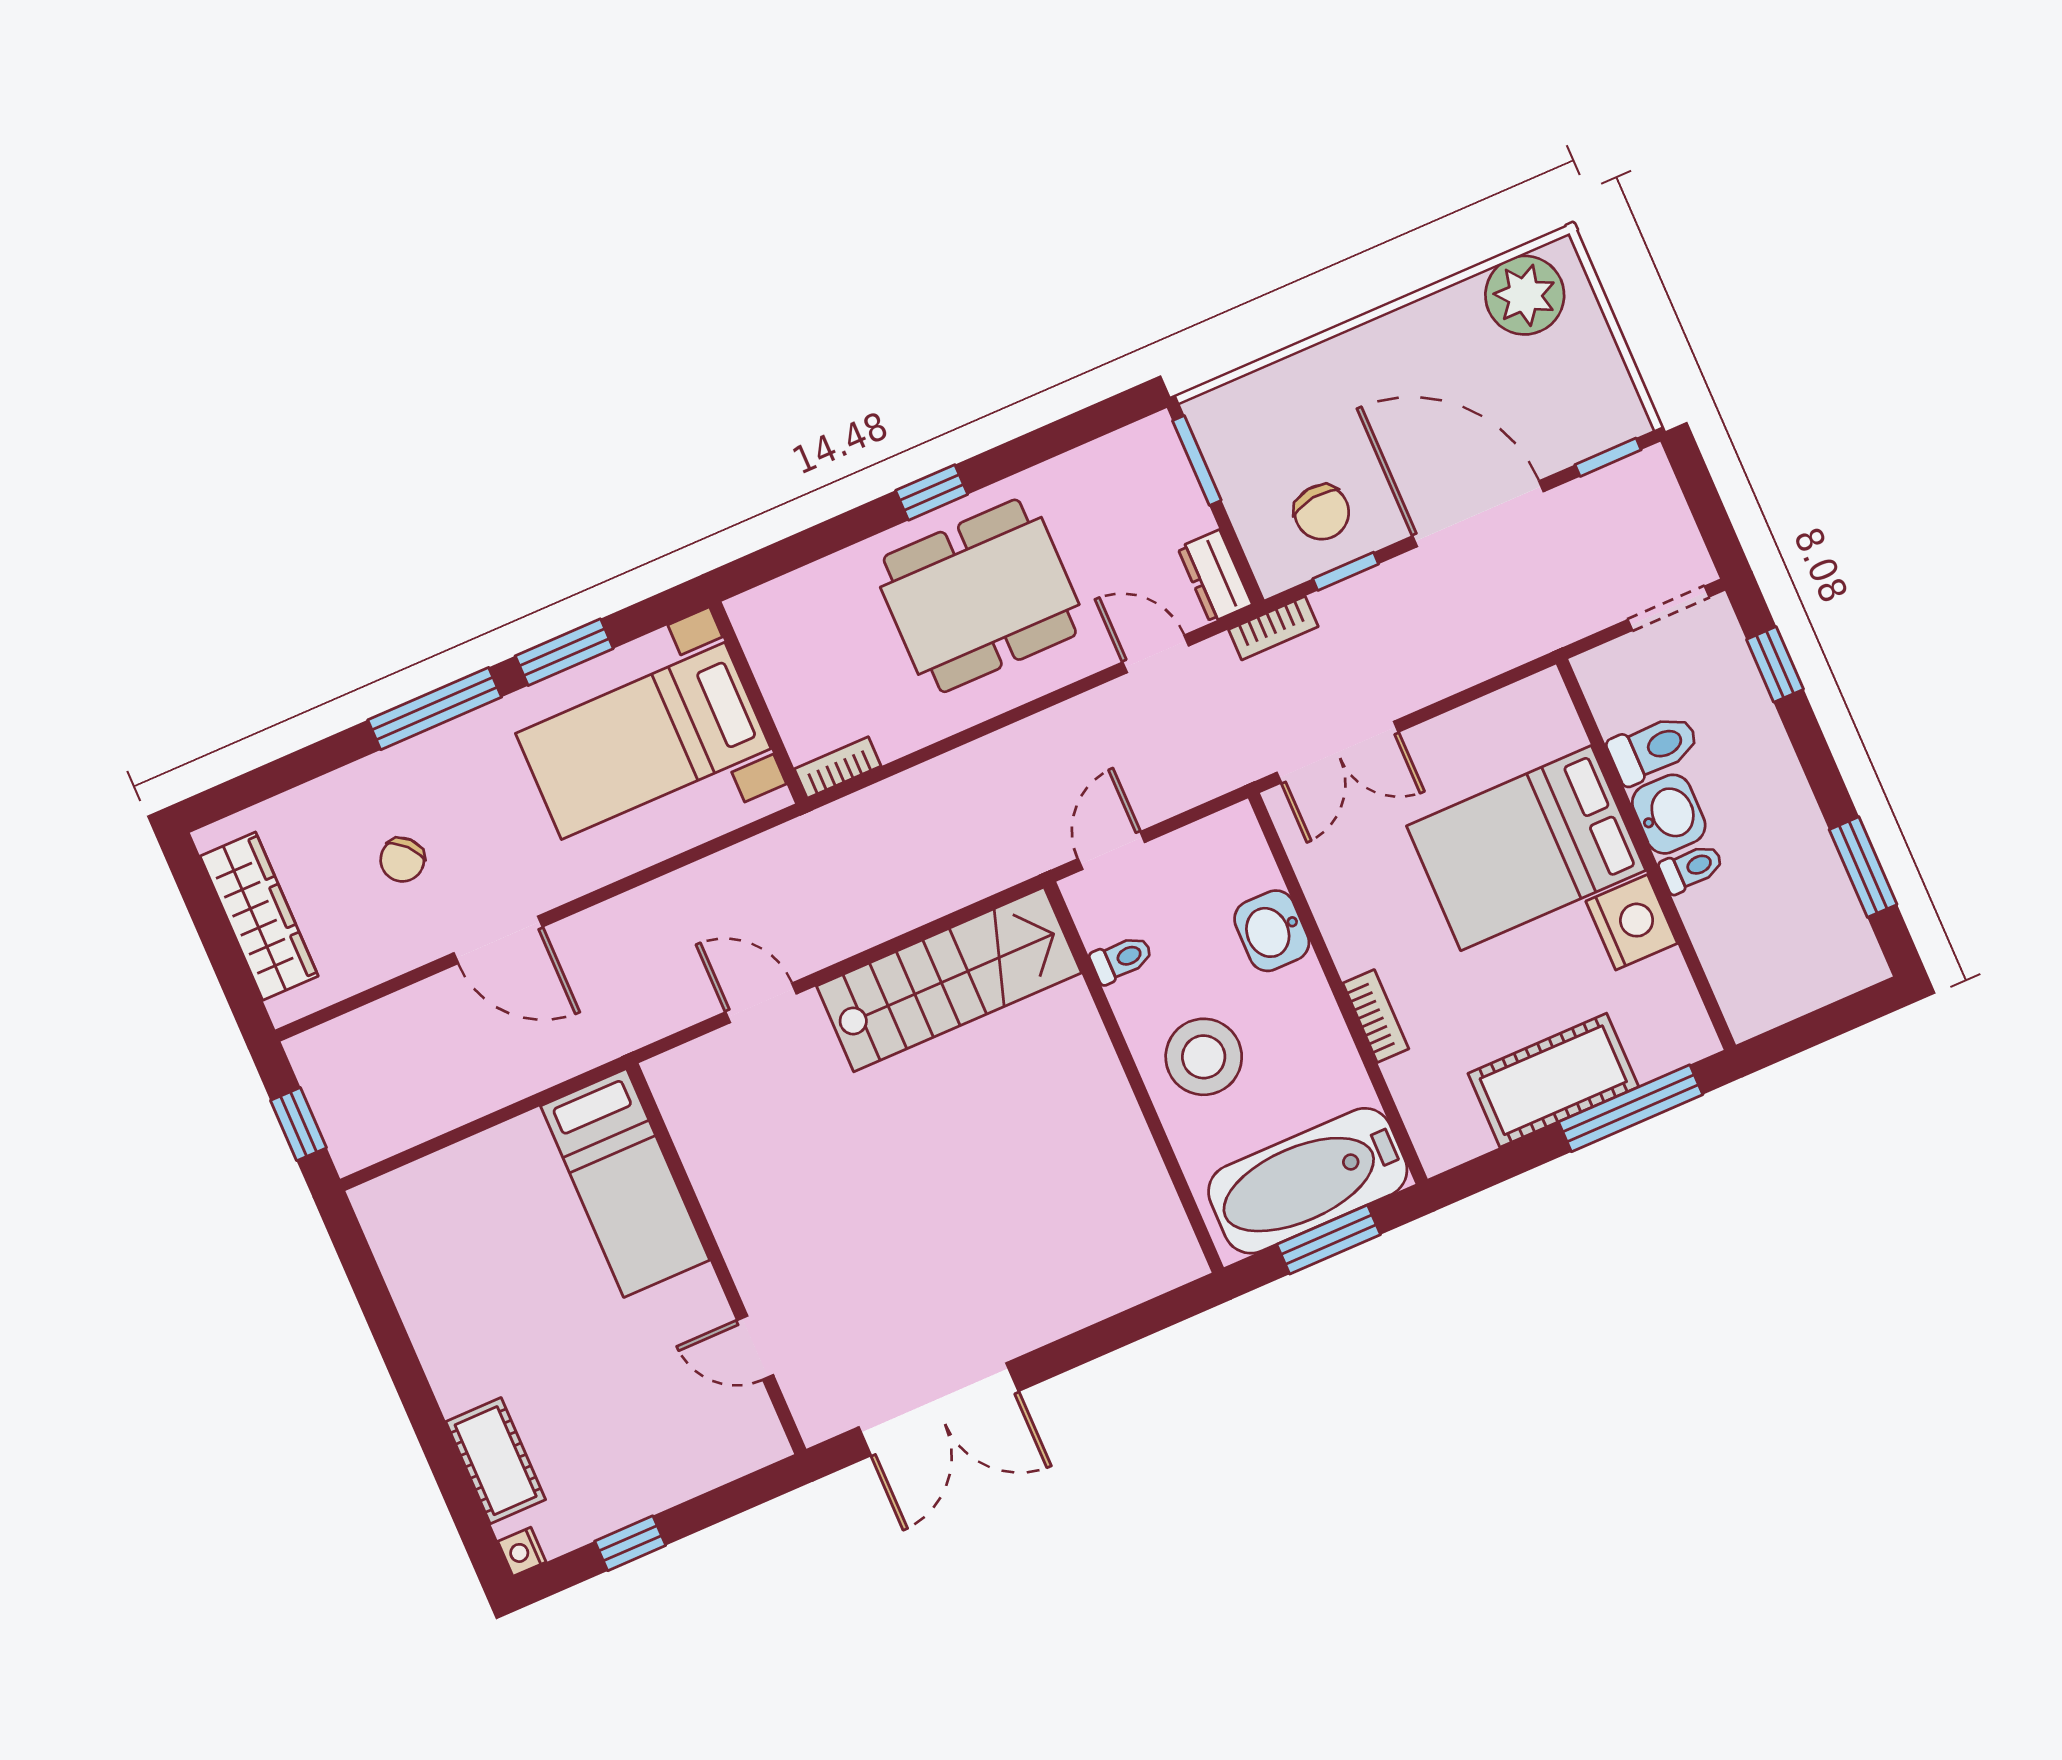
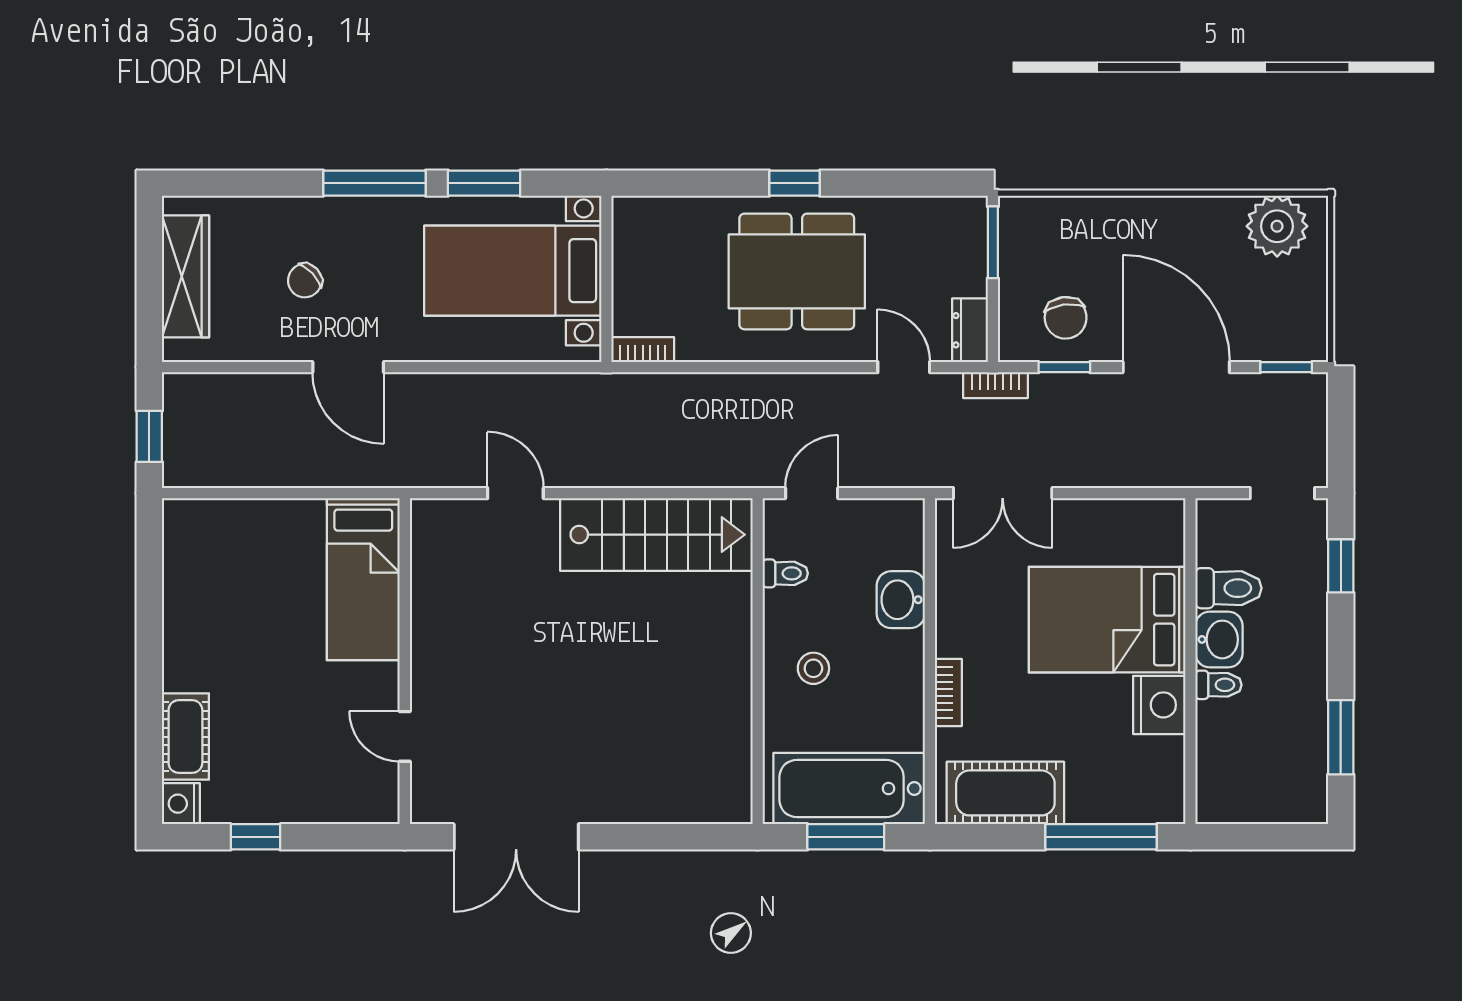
stool: (1204, 1057) -> (813, 668), width x0.53, depth x0.53
cot: (1553, 1080) -> (1005, 793), moved
nightstand: (522, 1552) -> (181, 804), width x1.39, depth x1.35

